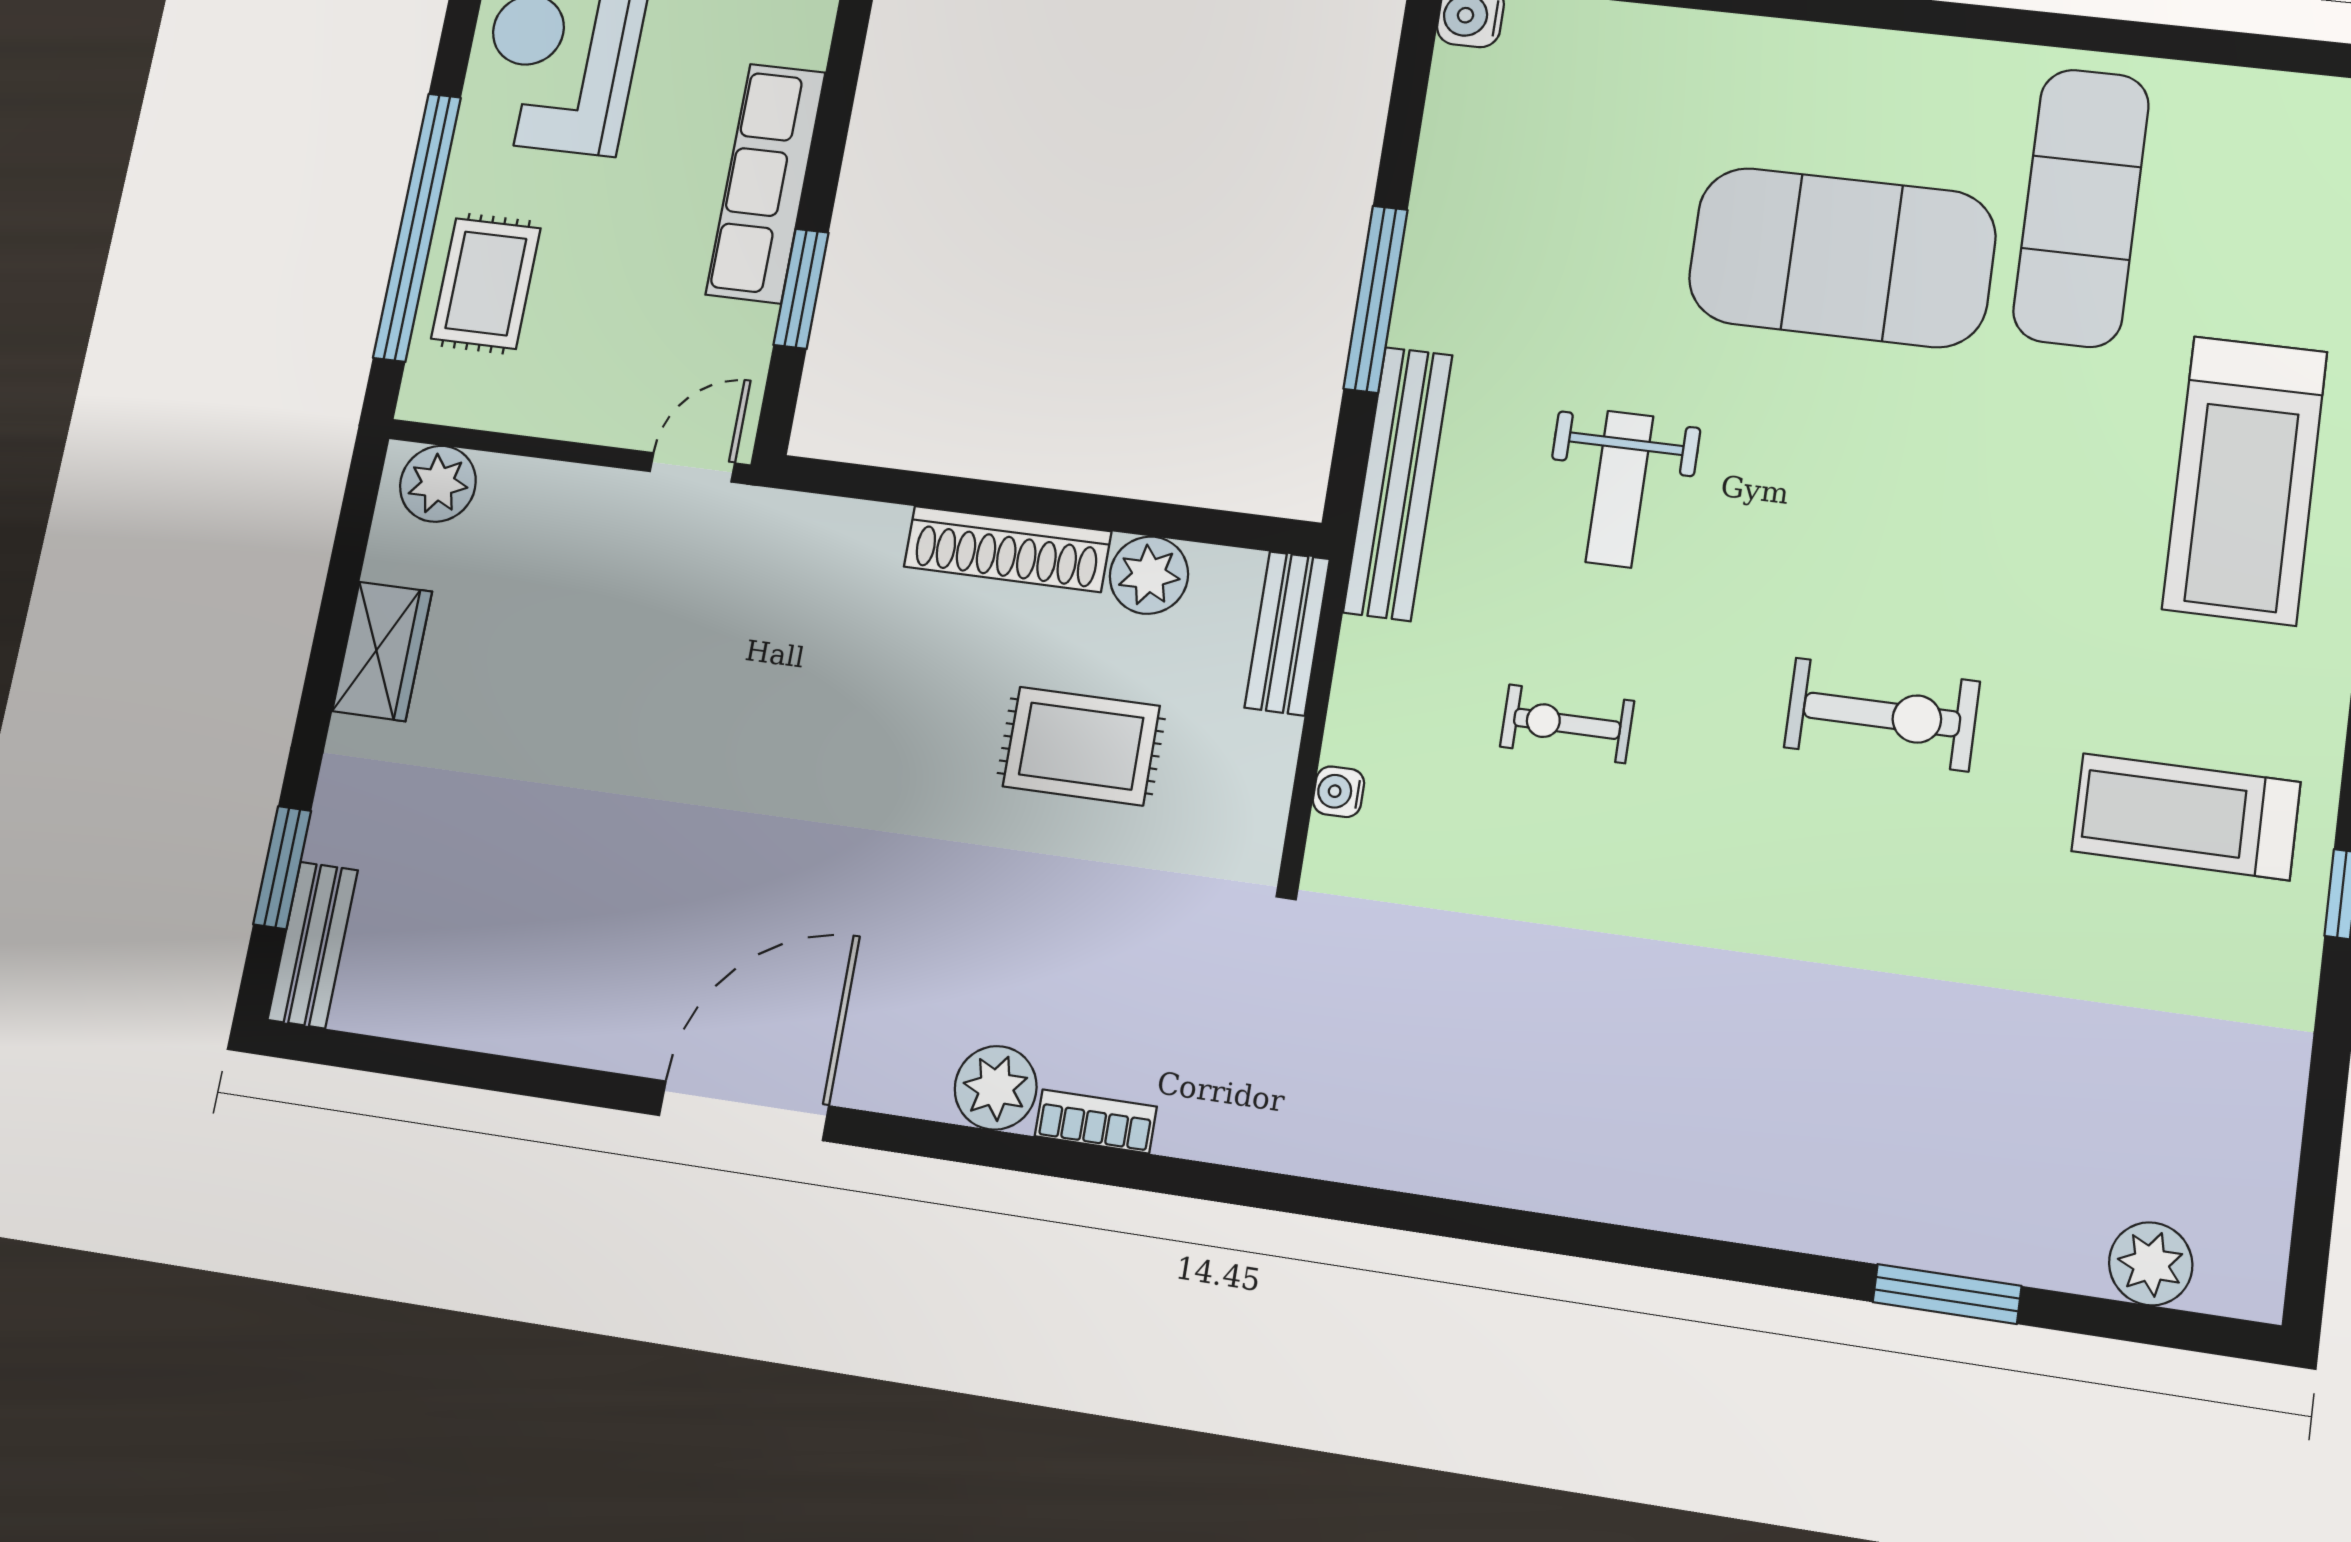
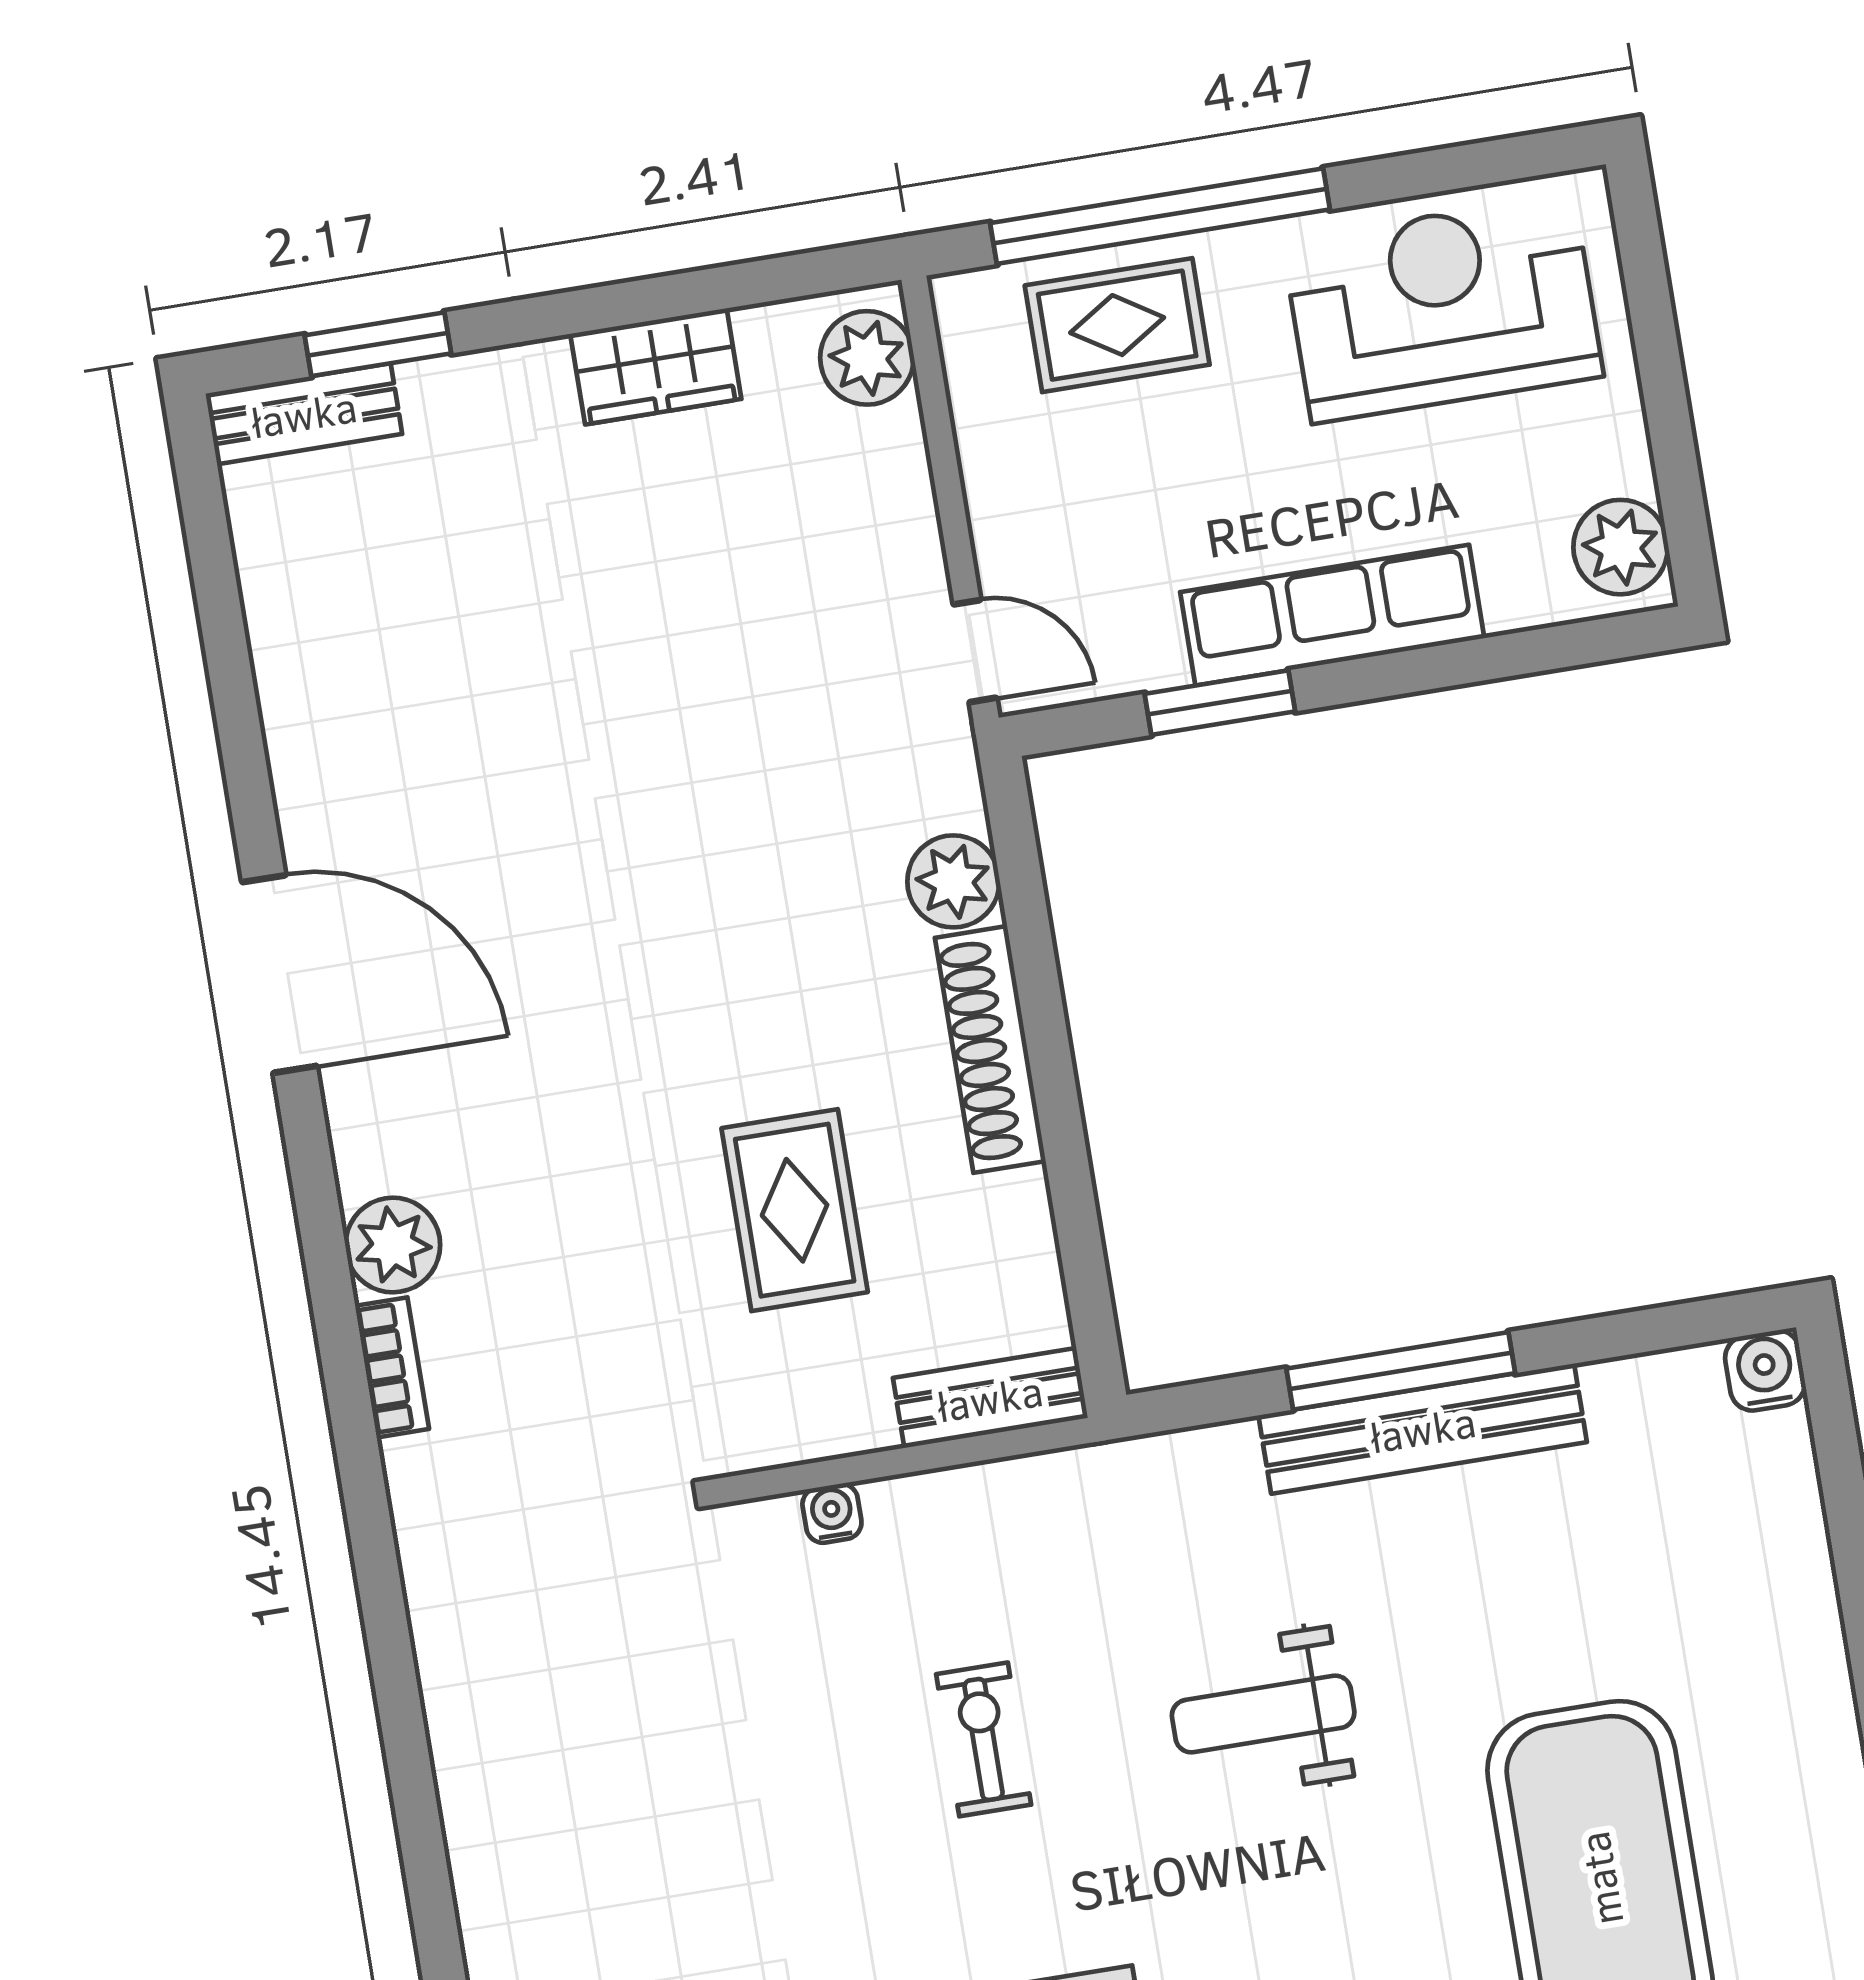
bench: (1398, 483) -> (1423, 1429), moved
plant: (1149, 575) -> (953, 881), moved

